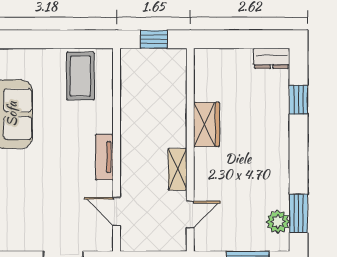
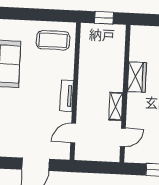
coffee table: (80, 76) -> (53, 40), turned 90
door: (117, 212) -> (73, 133), hinge flipped

